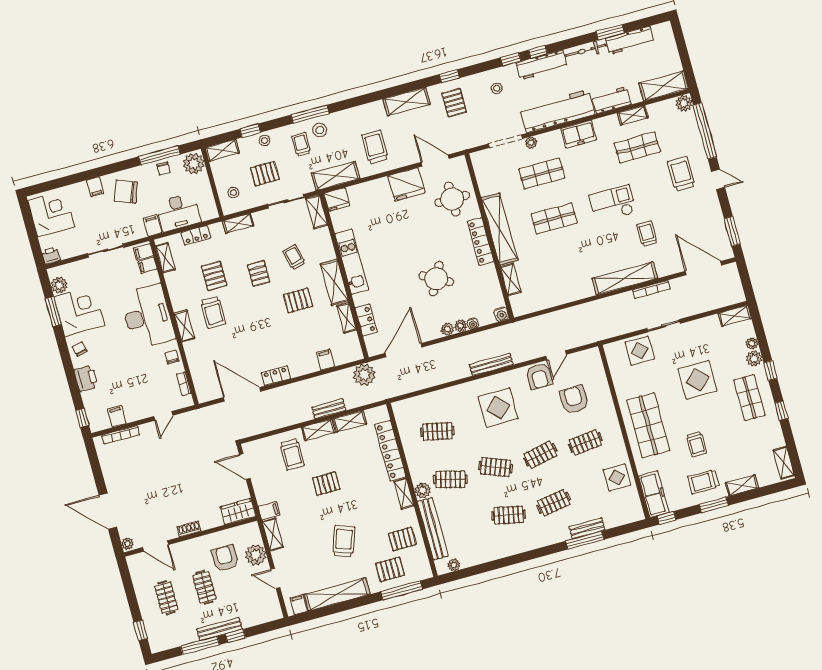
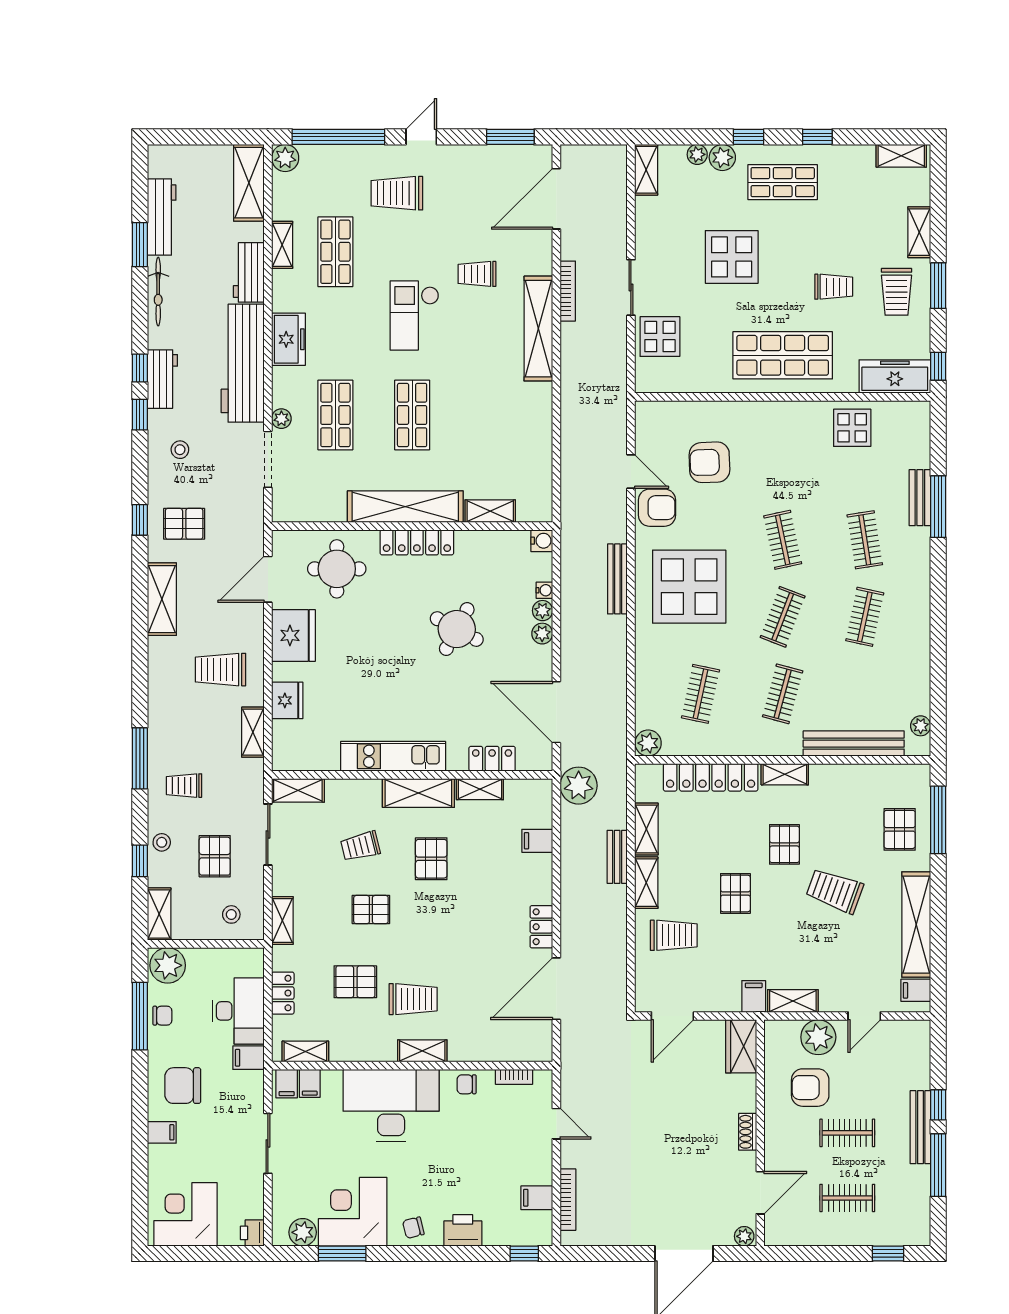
workbench: (542, 65) -> (162, 379), width x0.73
stool: (320, 130) -> (169, 750), removed
shelving: (336, 176) -> (253, 732), width x0.67, depth x0.75
chair: (126, 192) -> (183, 1086), turned 69
fridge: (337, 199) -> (287, 700), moved
display table: (498, 408) -> (689, 587), width x1.36, depth x1.36
clothes rail: (585, 442) -> (783, 463), removed
plant: (423, 490) -> (648, 743), moved
pallet: (402, 539) -> (784, 844), moved

